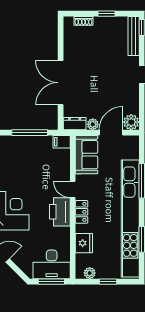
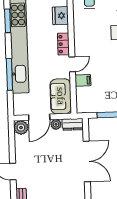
filing cabinet: (62, 142) -> (83, 80), moved
door: (73, 189) -> (72, 64), hinge flipped
printer: (60, 212) -> (83, 43), removed

